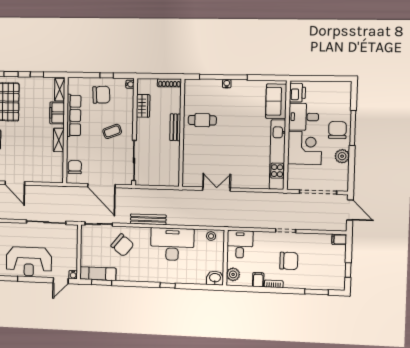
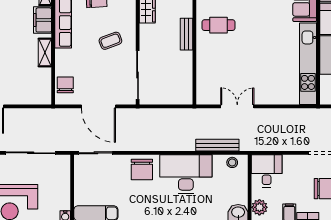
bench: (148, 219) -> (217, 145), moved
chair: (122, 245) -> (142, 169), moved, turned 51

